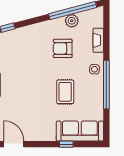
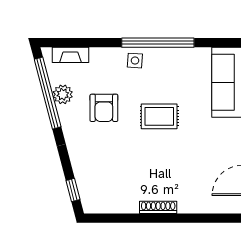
fireplace: (98, 40) -> (70, 55), moved
rug: (65, 92) -> (159, 116), moved

